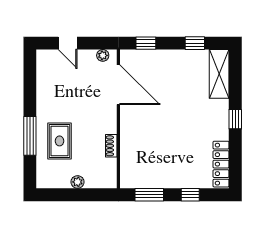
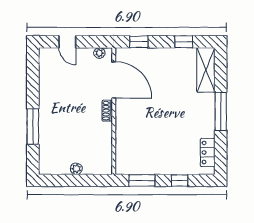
window: (235, 119) -> (221, 111), width x2.17
rug: (59, 141) -> (60, 131), removed
shoe rack: (111, 146) -> (107, 111), moved
locker: (221, 164) -> (208, 152), width x0.66

